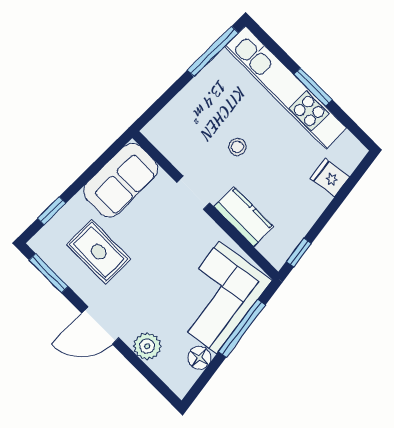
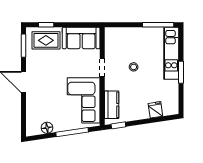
kitchen unit: (286, 87) -> (171, 53), width x0.73
kitchen counter: (244, 217) -> (112, 105), moved
rug: (99, 252) -> (46, 40), moved, turned 90
corner sofa: (218, 297) -> (84, 100), moved, turned -82
plant: (147, 346) -> (33, 106), removed

